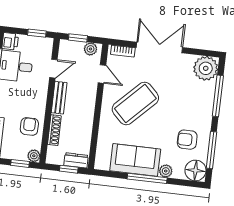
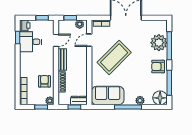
plant: (206, 68) -> (159, 43), moved
door: (102, 74) -> (89, 40), swing flipped
armchair: (187, 140) -> (158, 67), moved
sofa: (135, 160) -> (108, 96), moved

